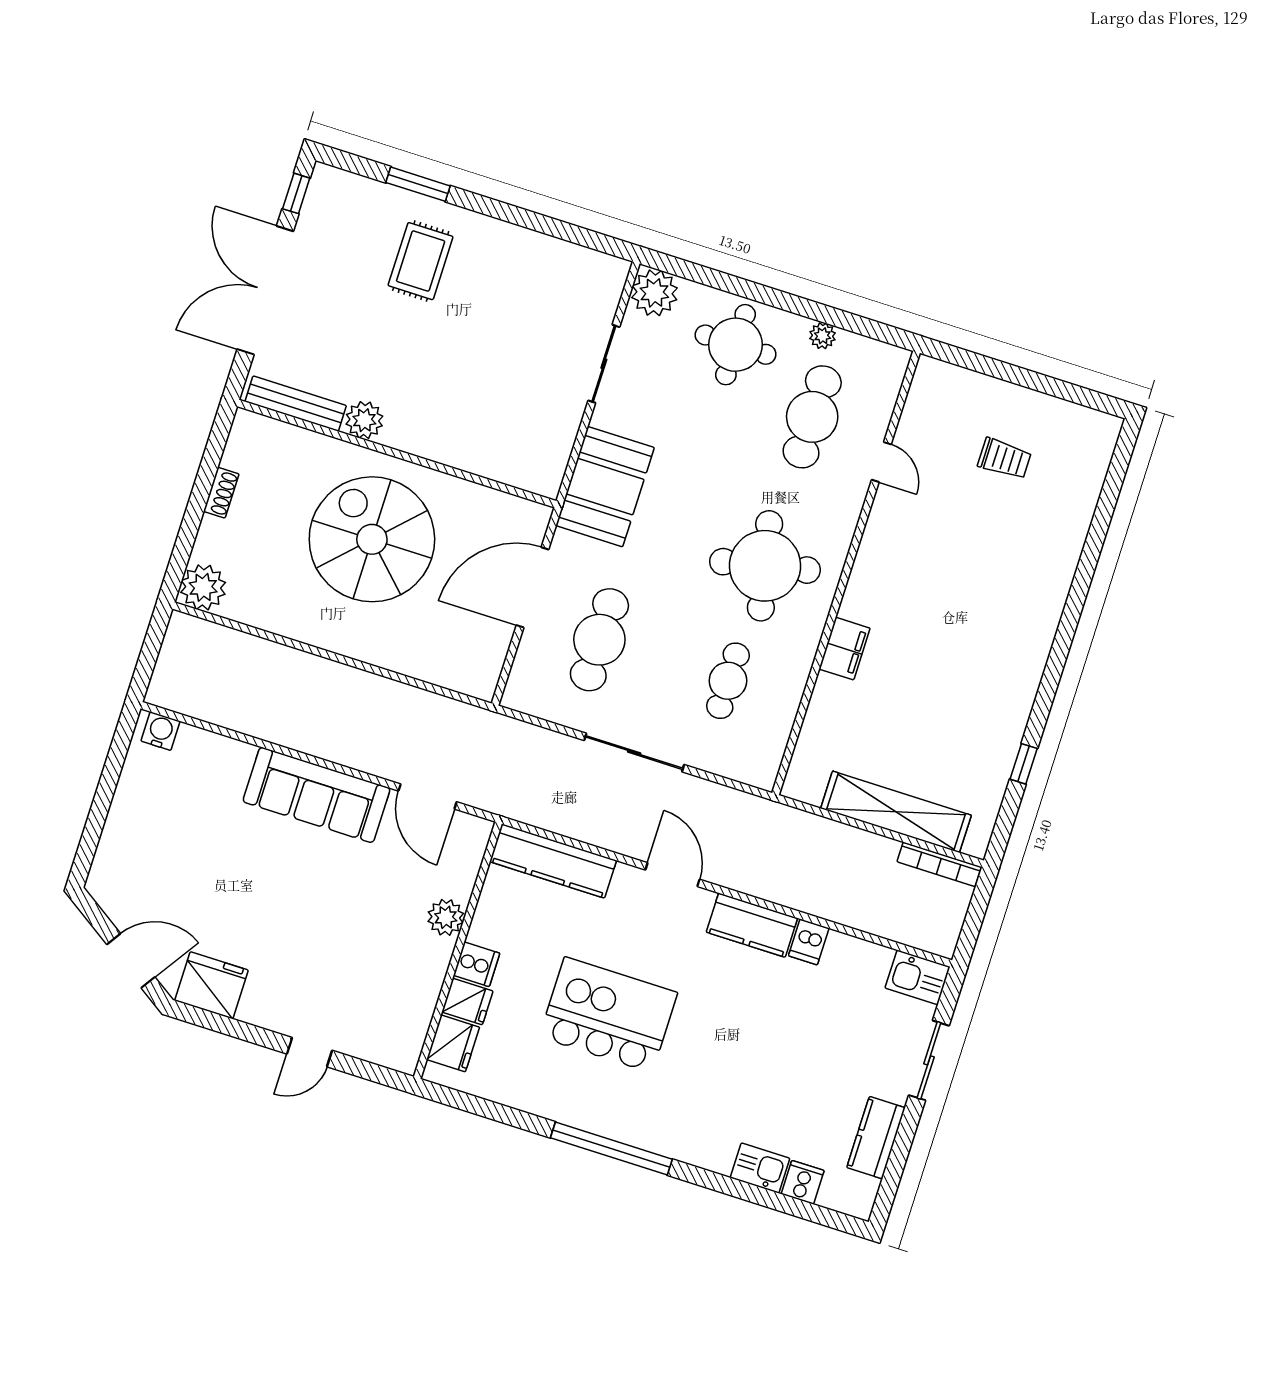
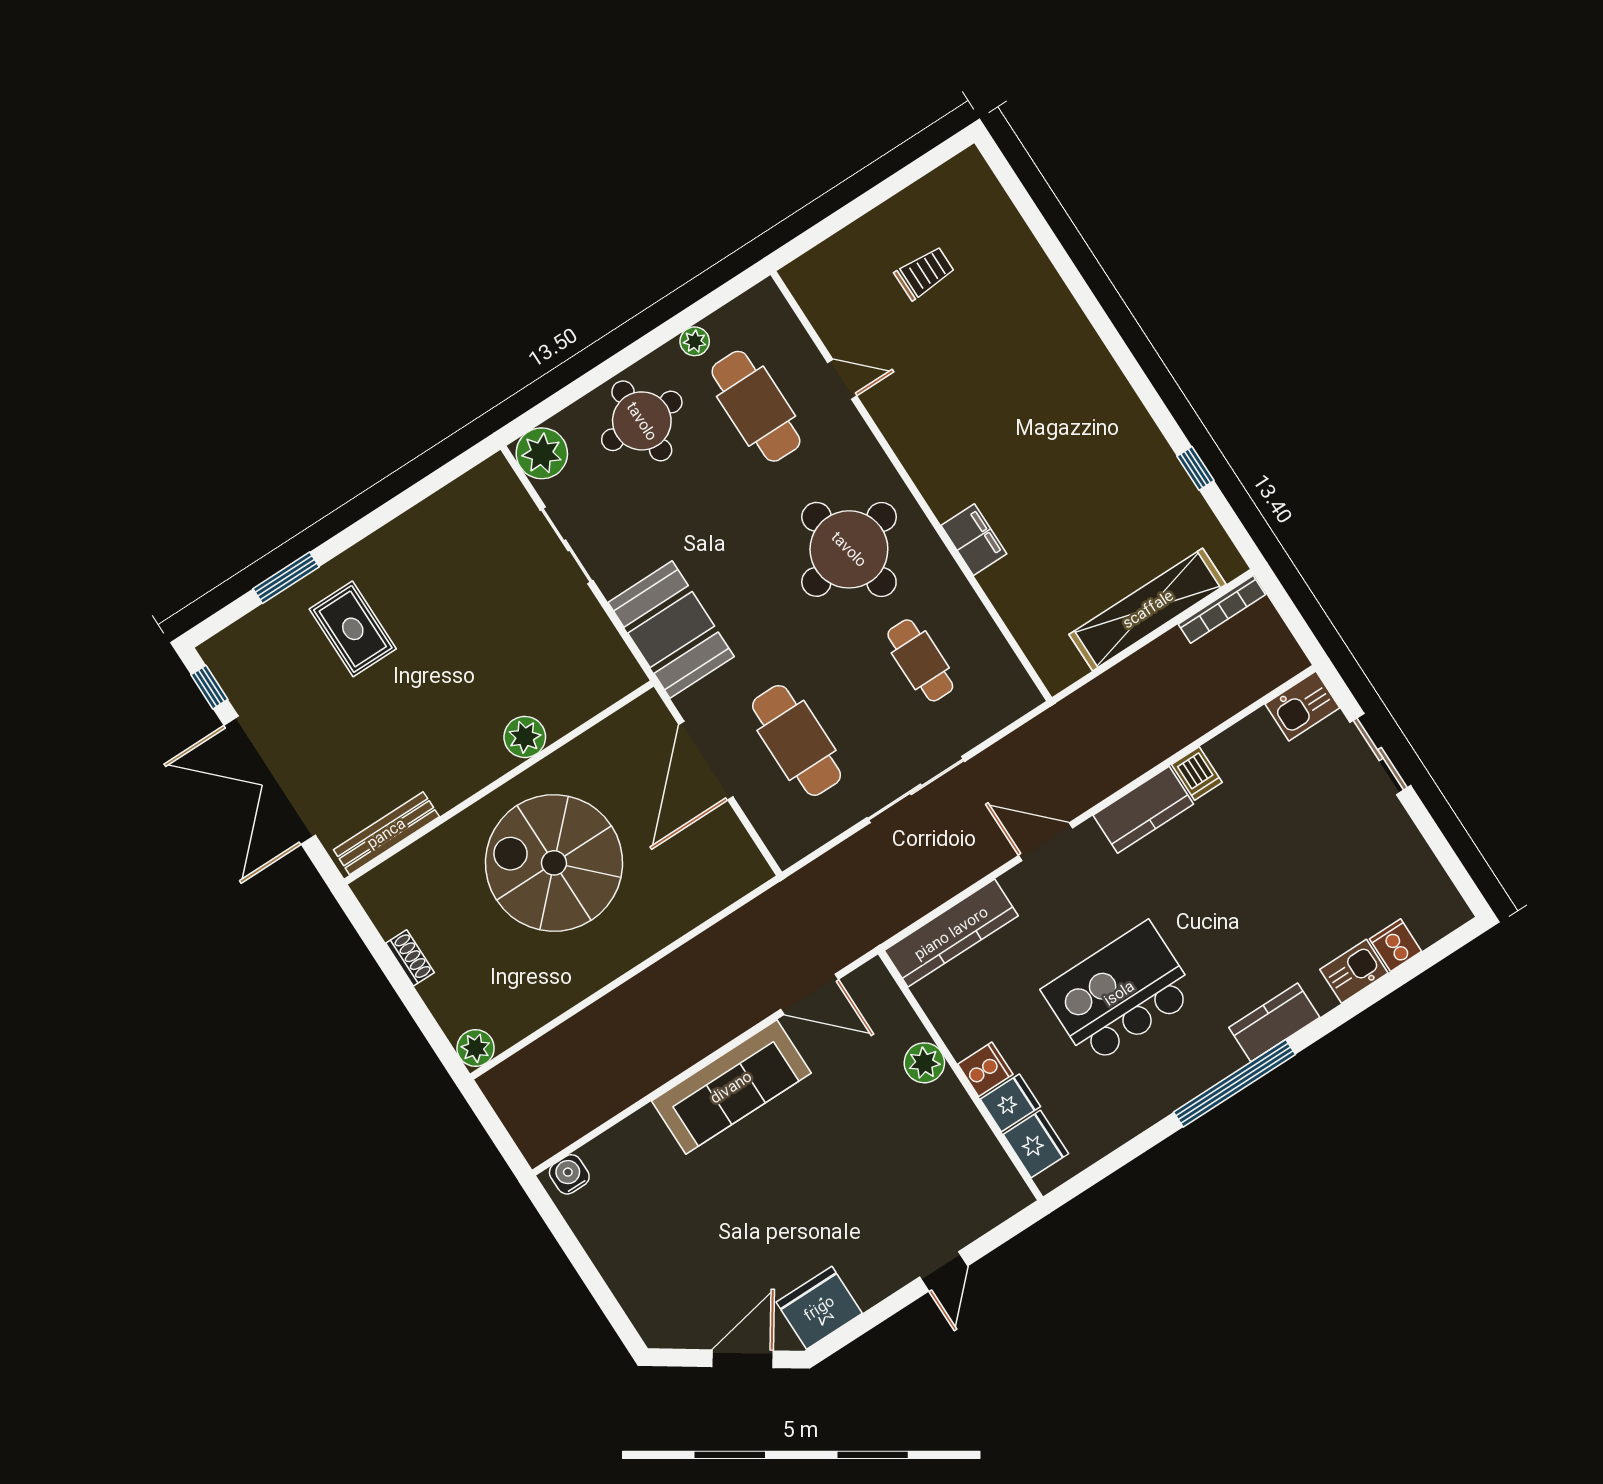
plant: (364, 420) -> (525, 737), moved
plant: (203, 587) -> (476, 1048), width x0.73, depth x0.73
kitchen counter: (876, 1138) -> (1274, 1022), moved, turned 90

